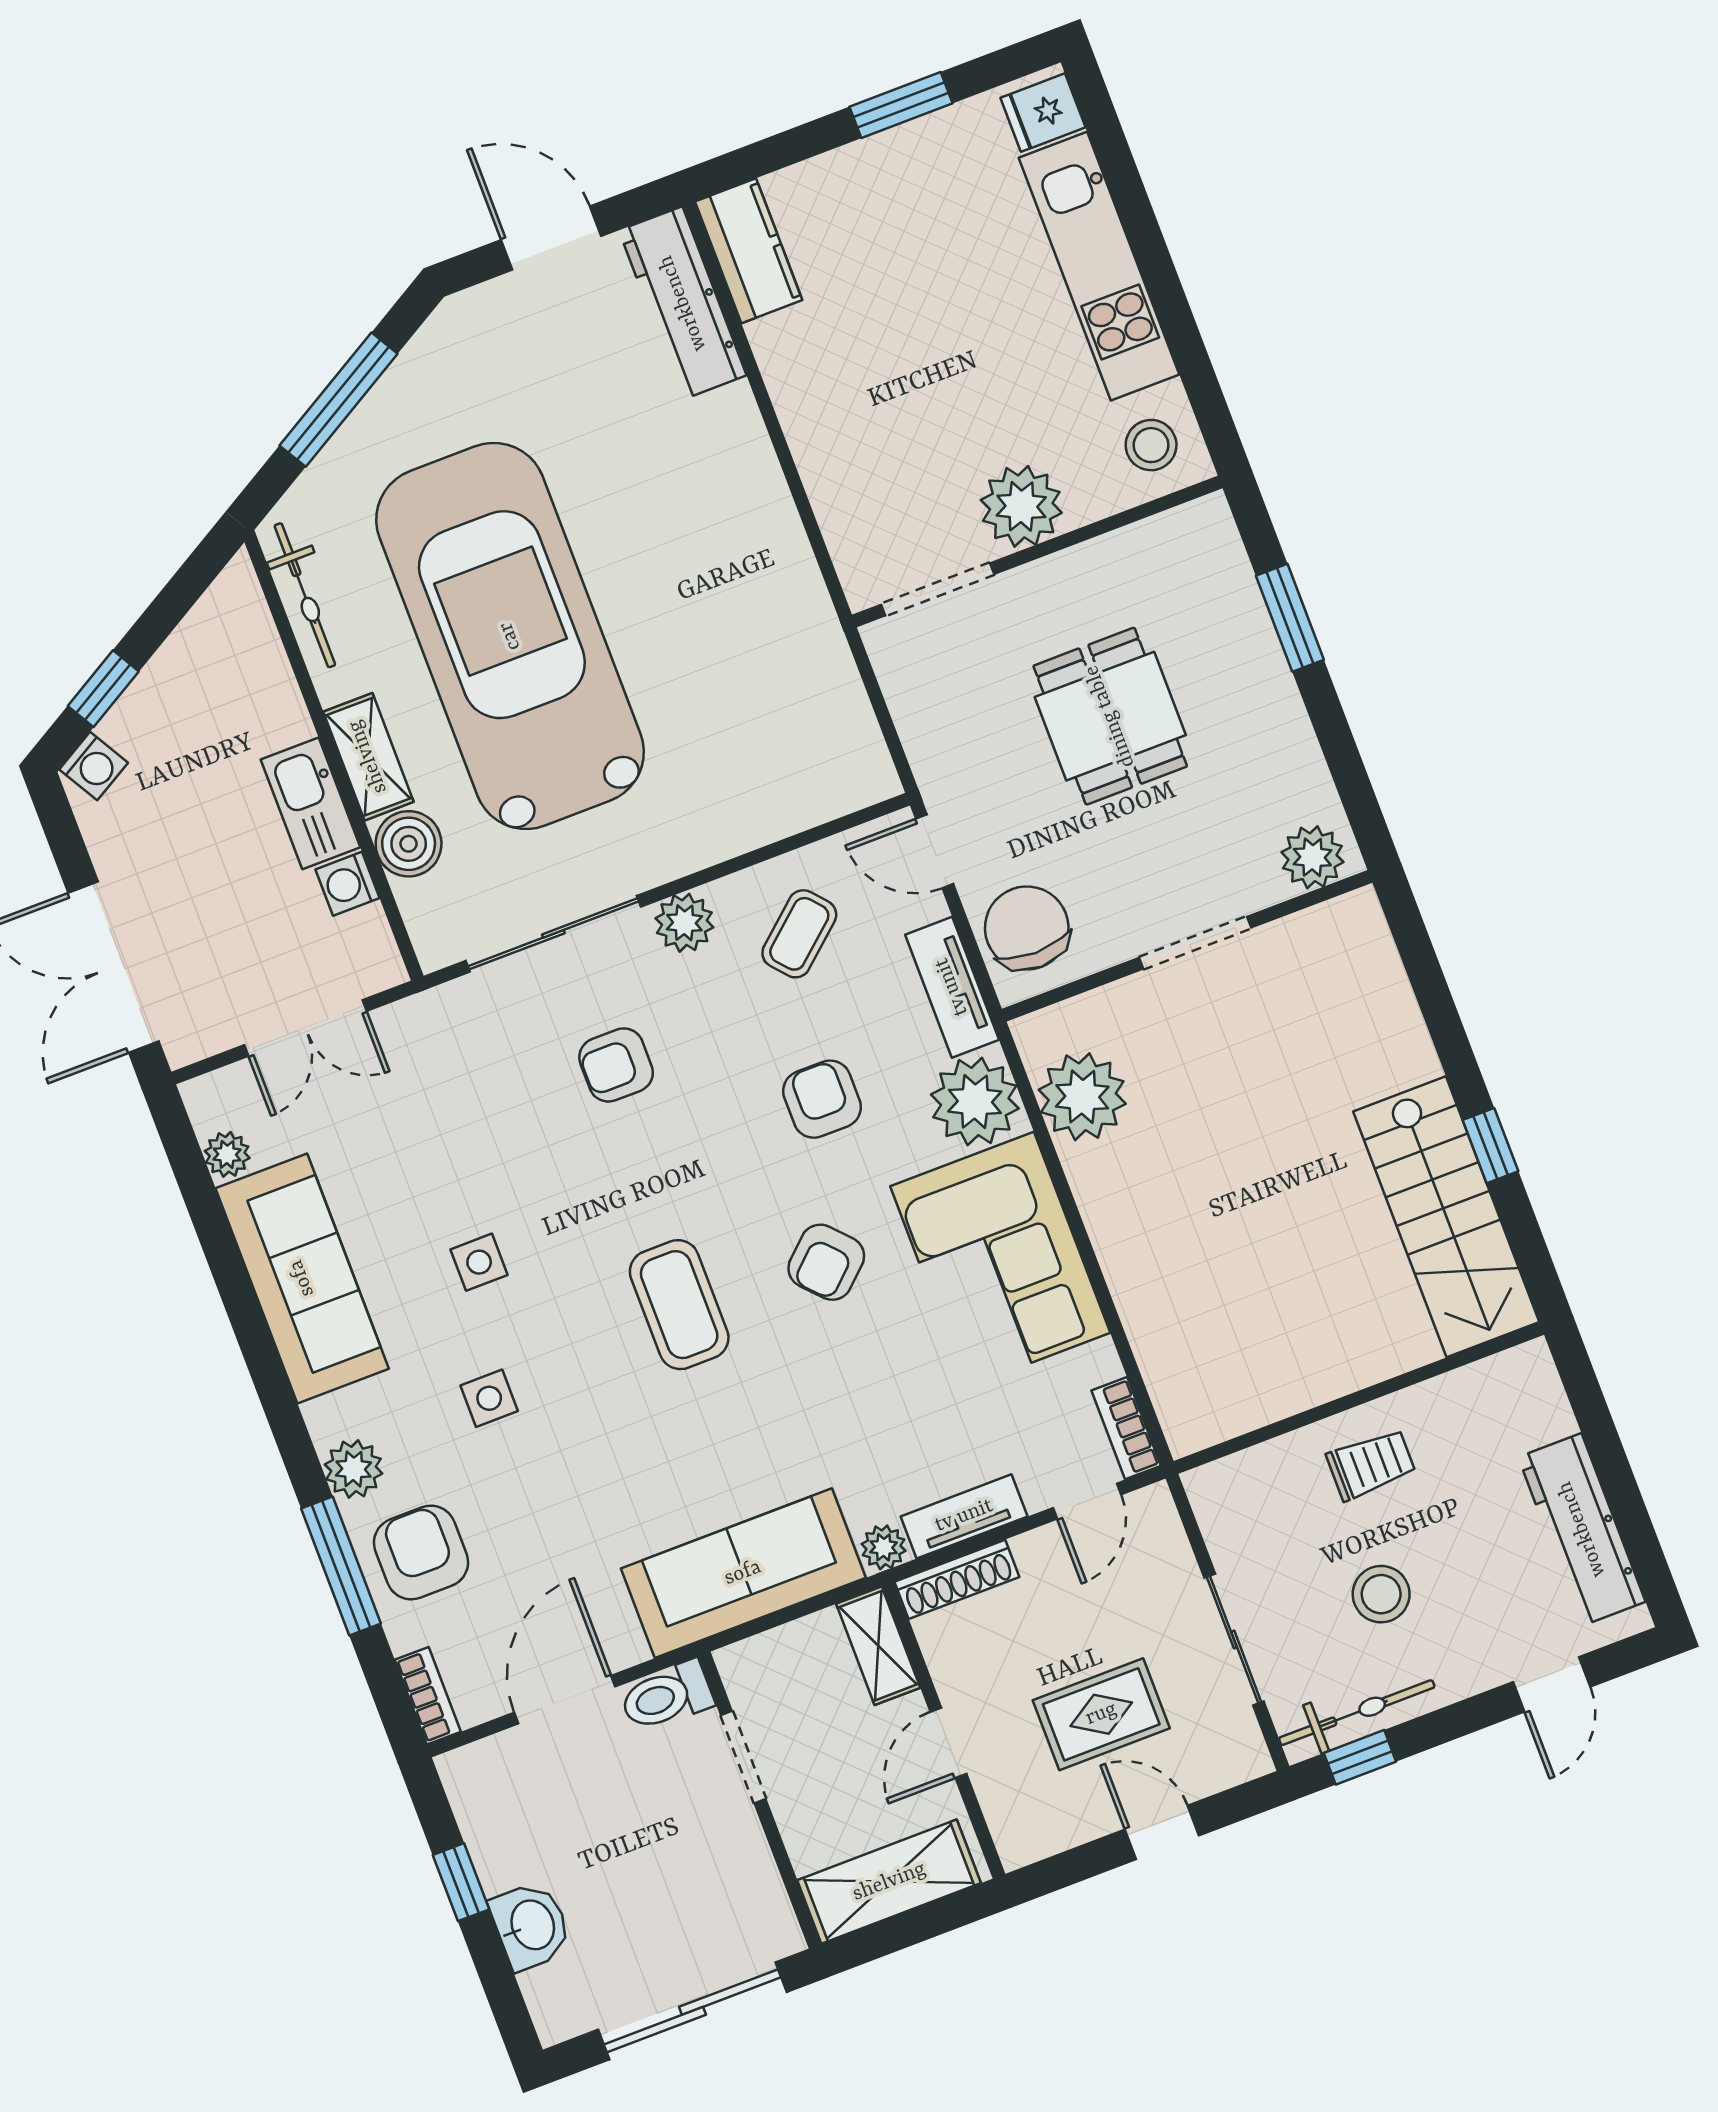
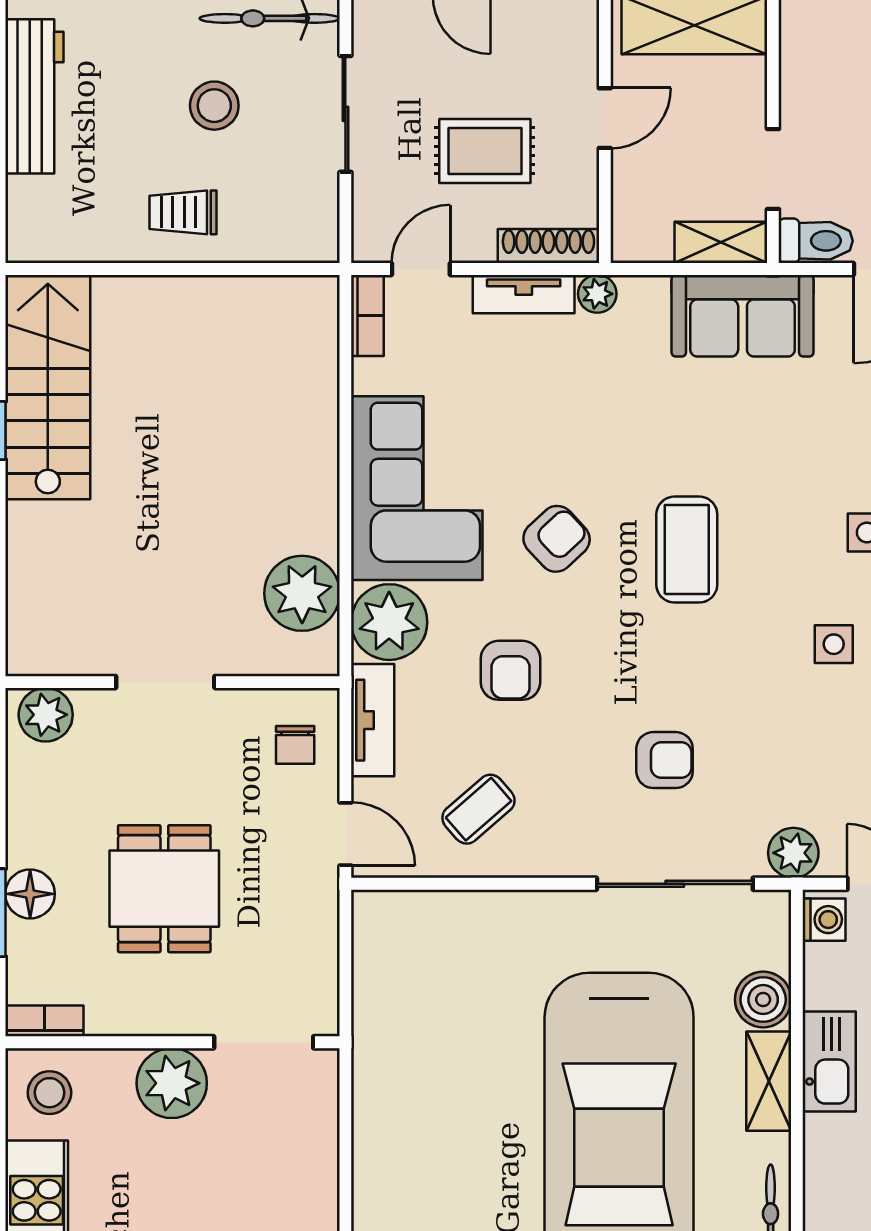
bookcase: (1186, 522) -> (44, 1021), added
floor lamp: (1255, 655) -> (30, 894), added
washing machine: (347, 884) -> (824, 920), moved
plant: (684, 923) -> (793, 853), moved
chair: (1027, 928) -> (295, 745), width x0.54, depth x0.54
sofa: (743, 1573) -> (743, 316), width x0.73
shelving: (878, 1646) -> (721, 242), moved, turned 90
rug: (1101, 1714) -> (485, 151), moved

